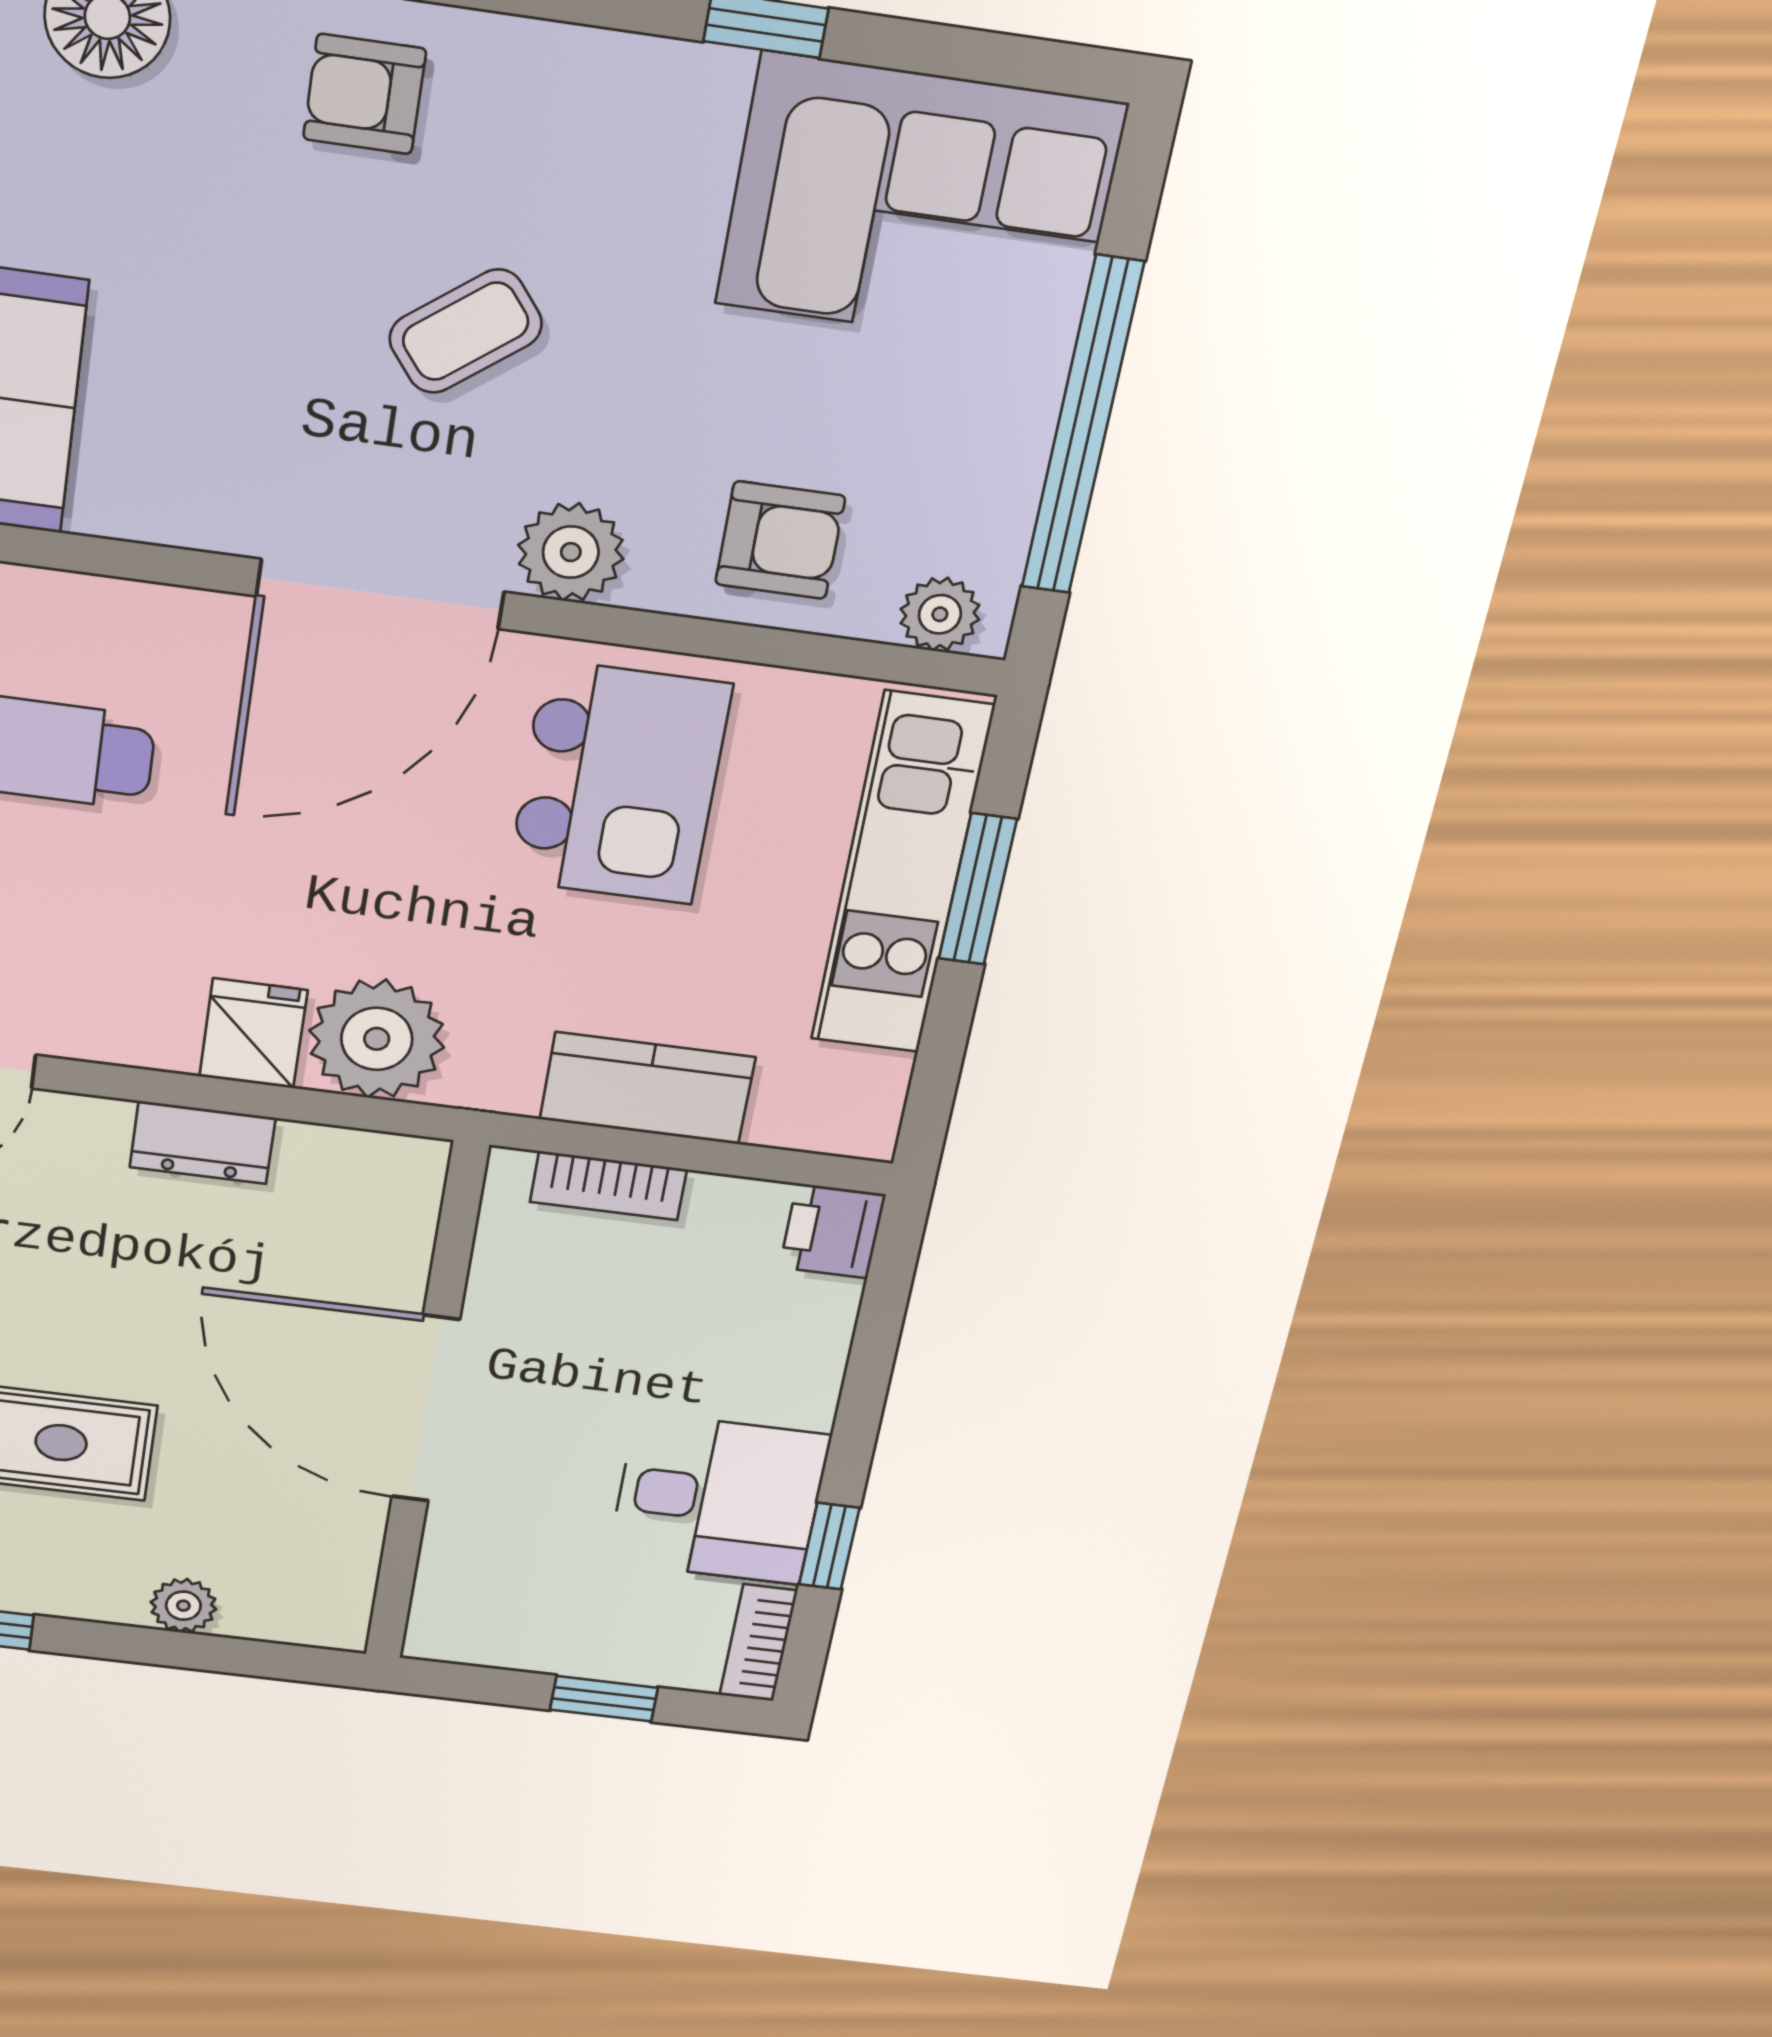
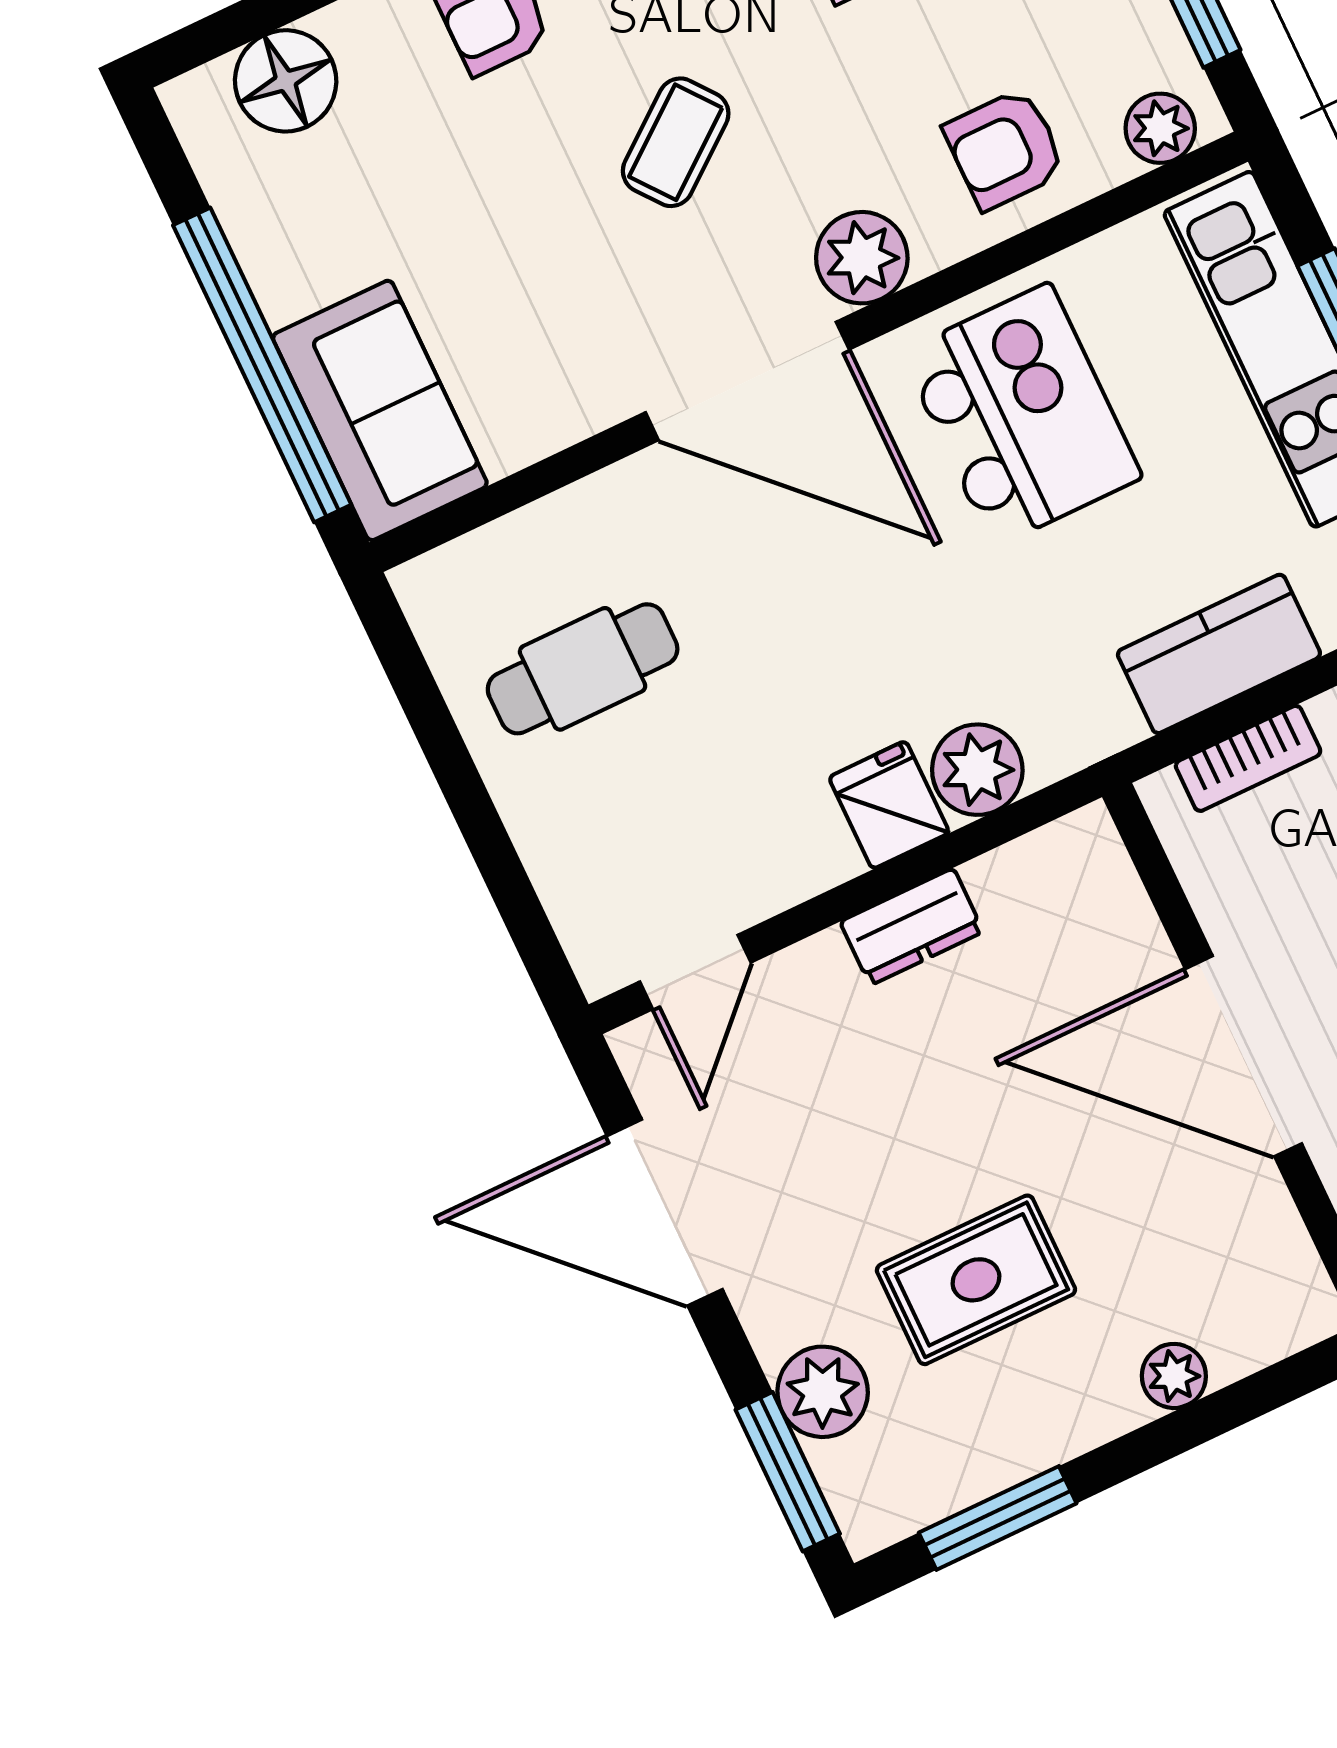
armchair: (780, 540) -> (1005, 149), turned 180
door: (380, 594) -> (747, 381), hinge flipped
plant: (377, 1039) -> (977, 770), width x0.73, depth x0.73

